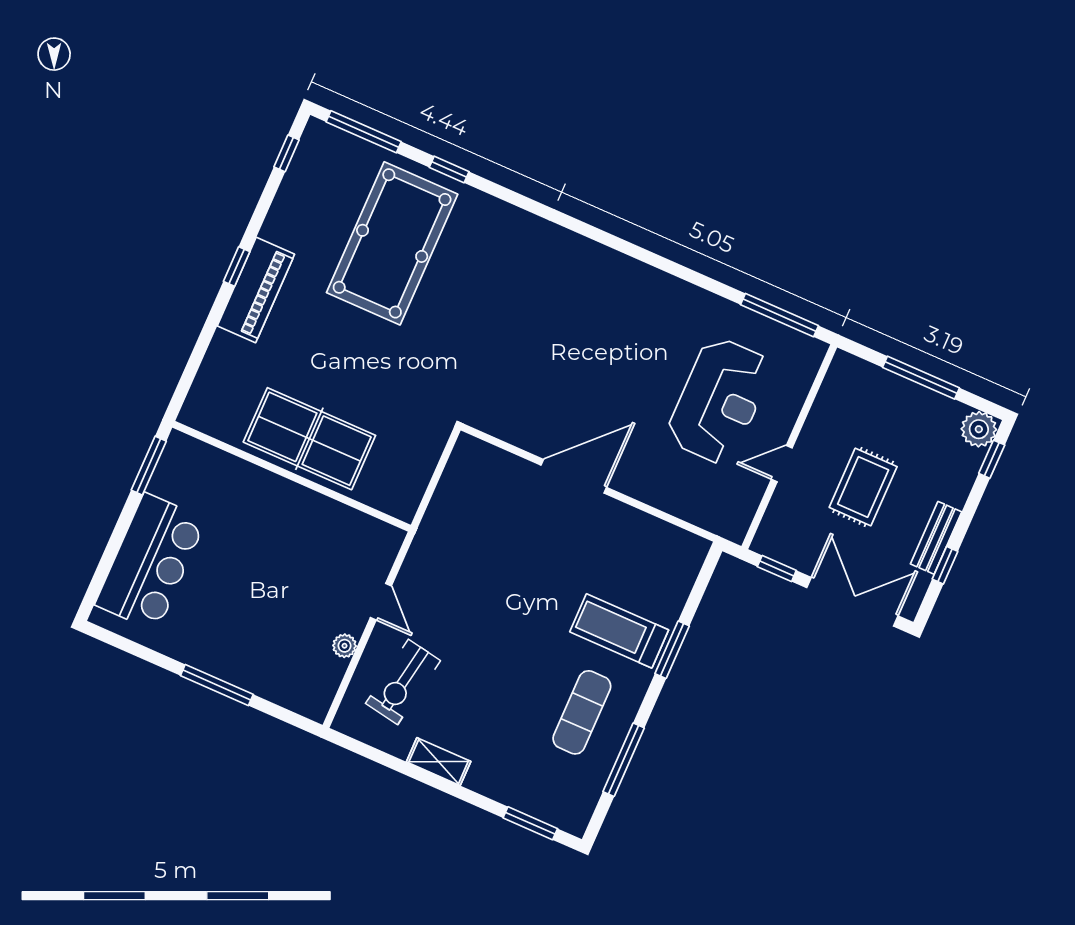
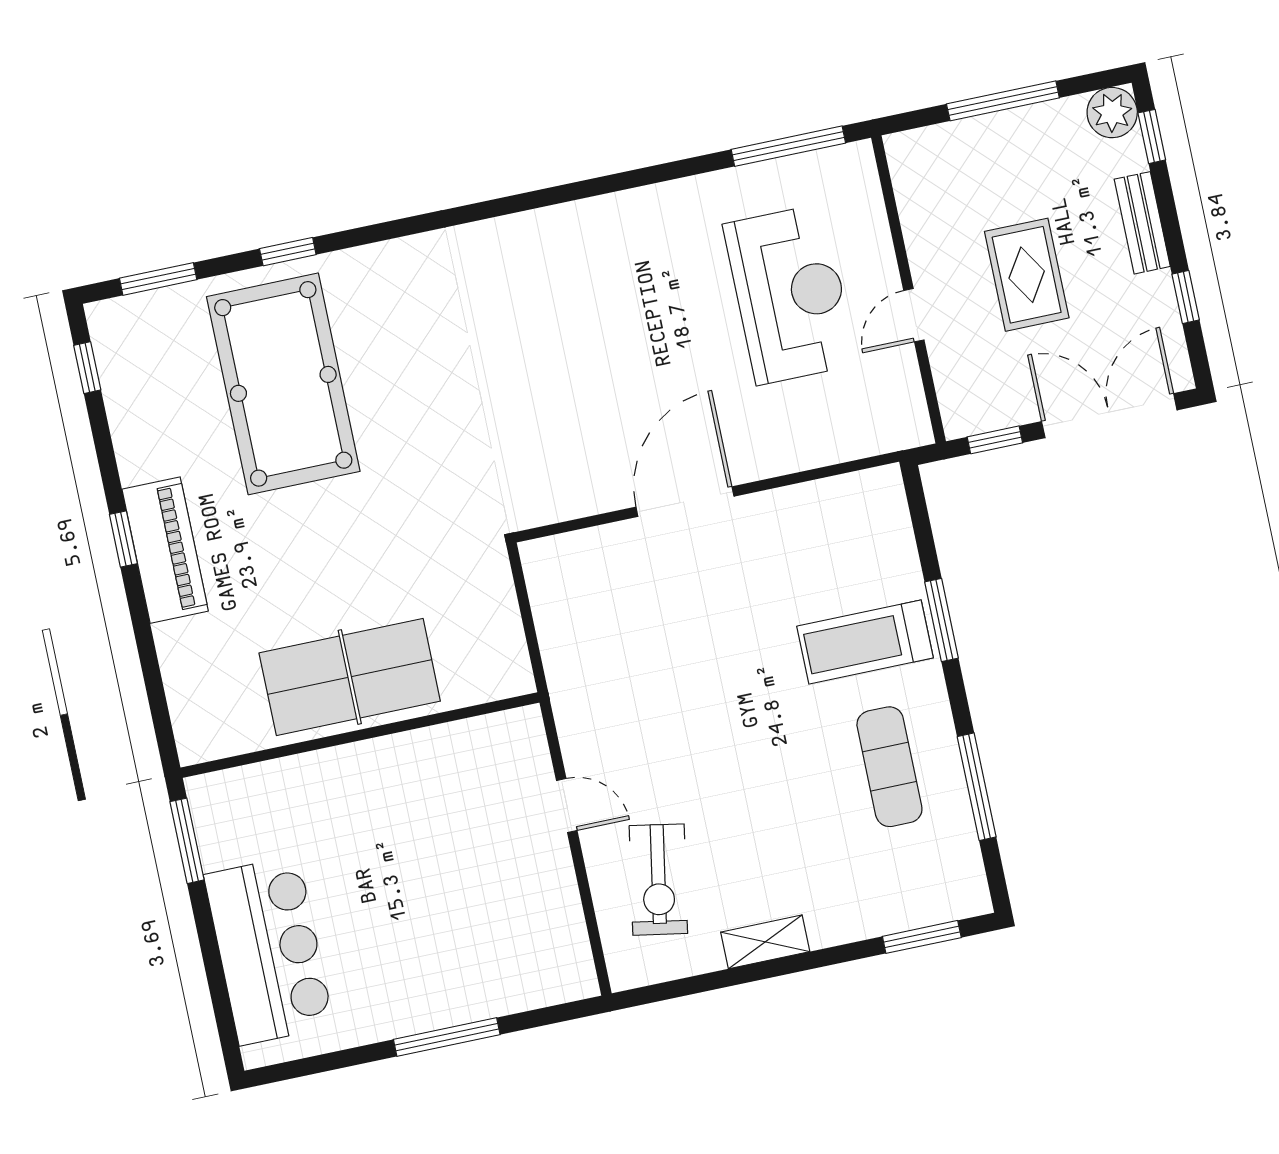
window: (364, 132) -> (158, 279), width x0.69
bench: (936, 538) -> (1142, 223), moved
plant: (345, 646) -> (561, 886), removed

